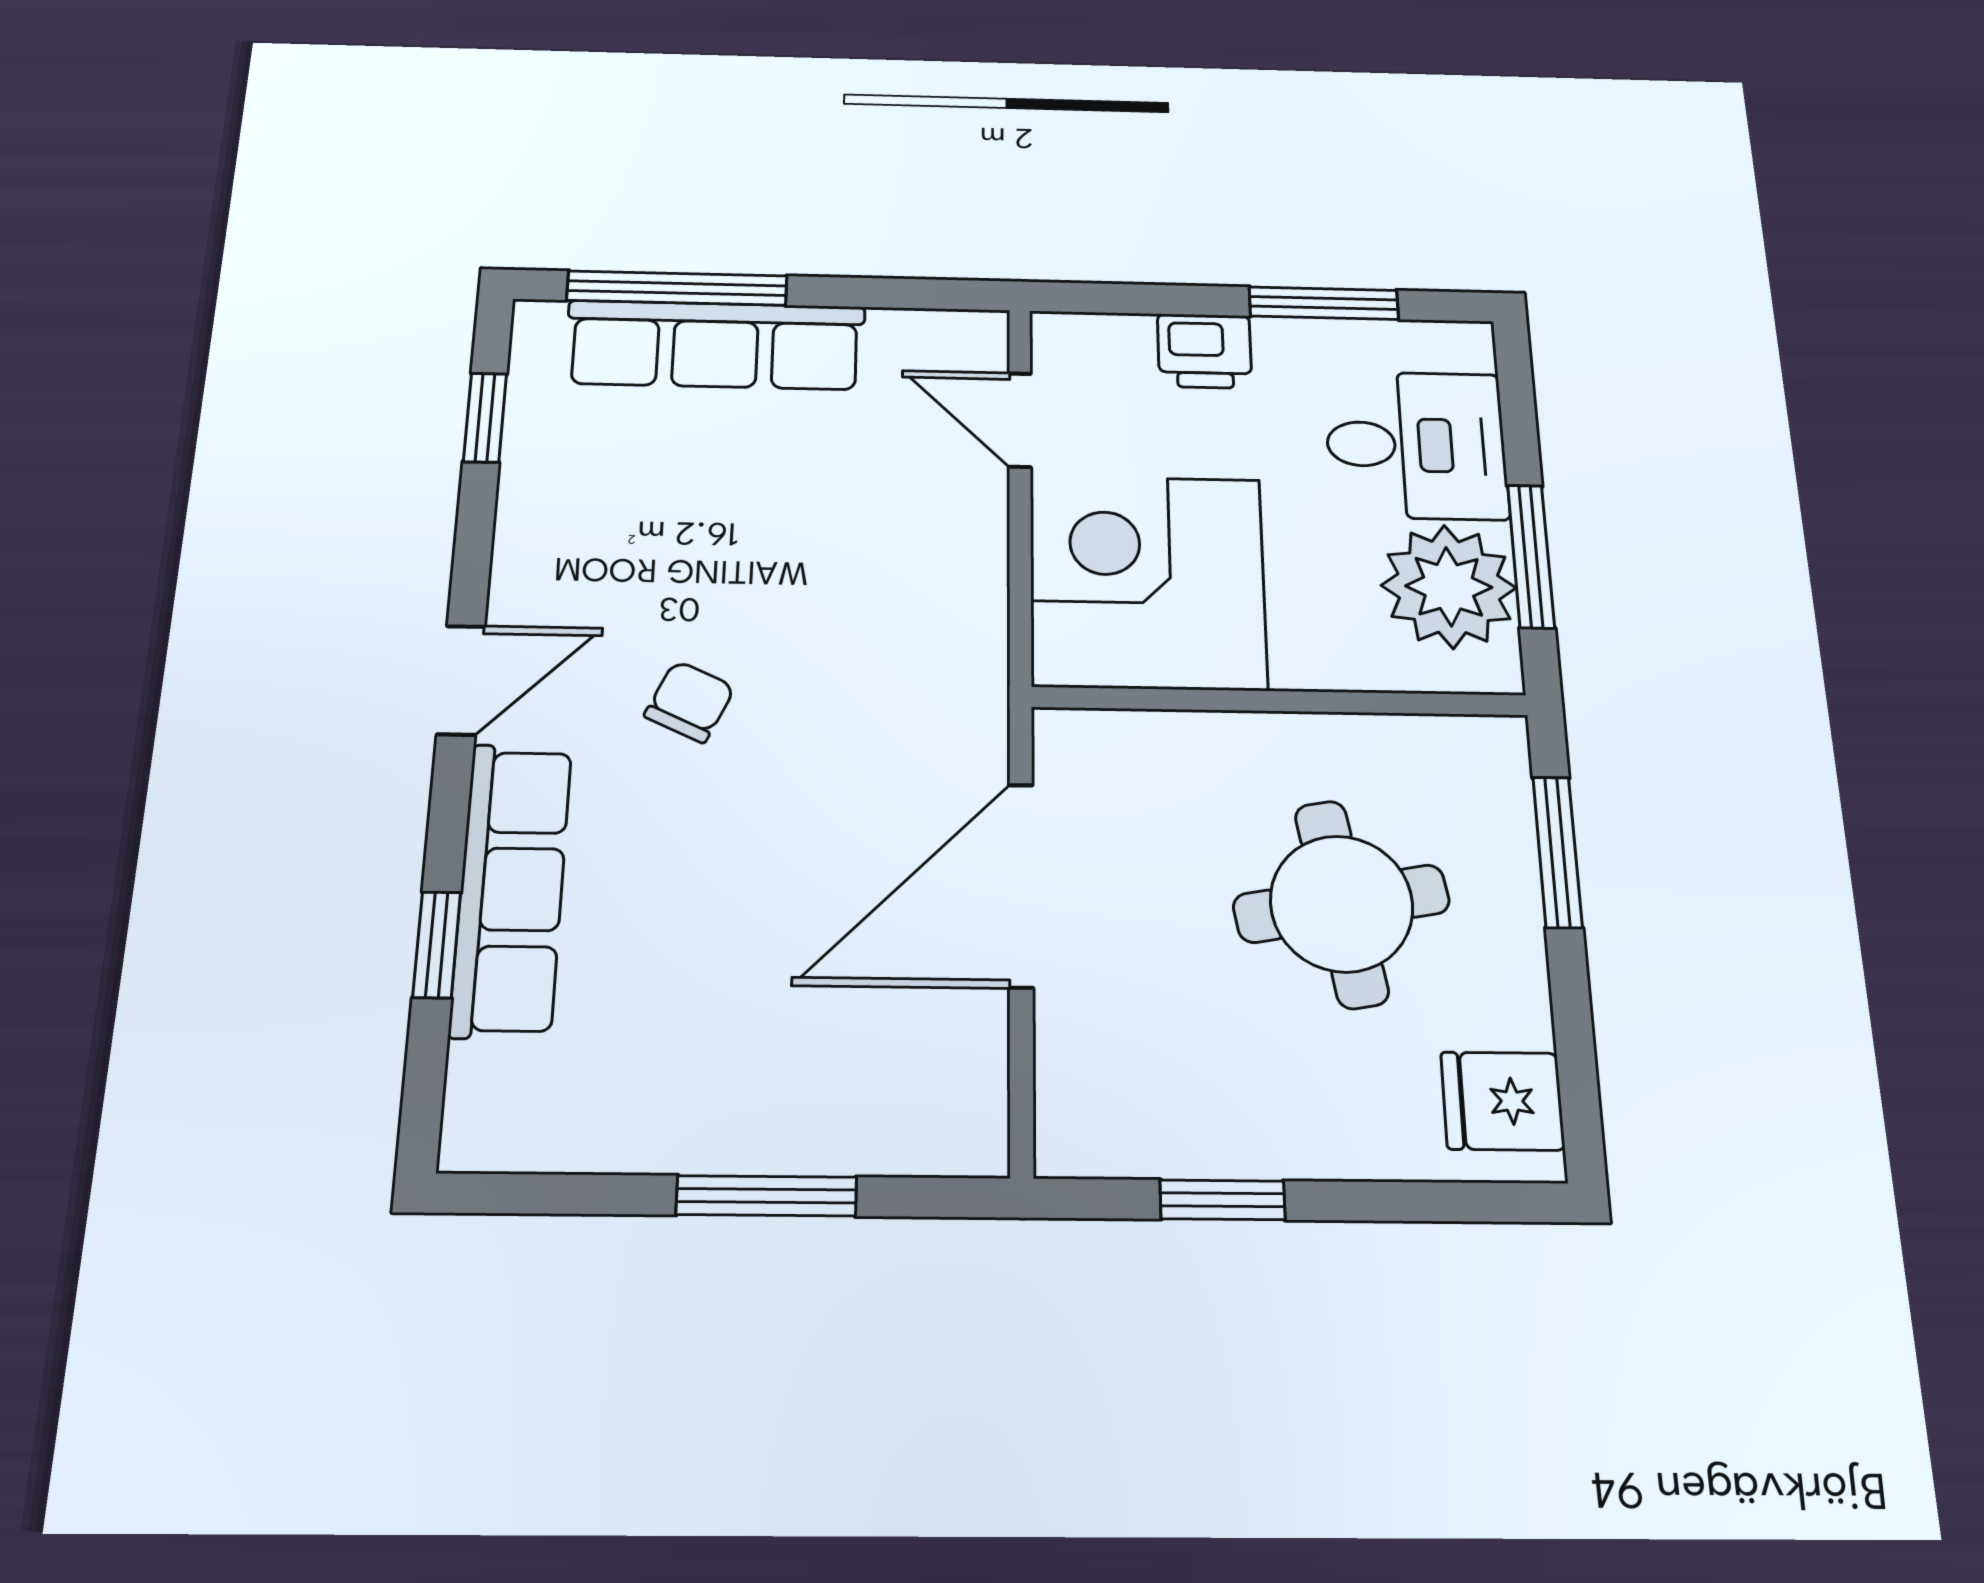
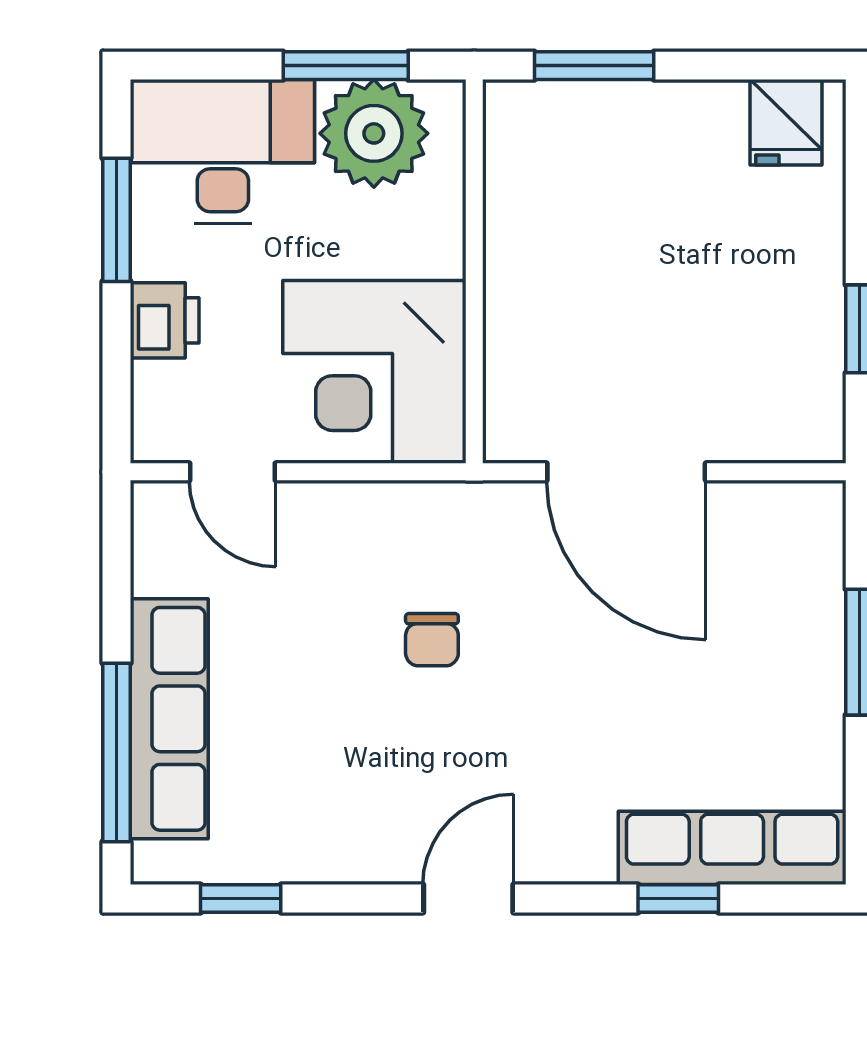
door: (1020, 420) -> (232, 472), hinge flipped
desk: (1416, 445) -> (223, 151), width x1.37
door: (461, 680) -> (468, 899), hinge flipped
chair: (690, 702) -> (432, 640), moved, turned -115
row of seats: (511, 889) -> (732, 848), moved
round table: (1342, 904) -> (637, 232), removed

